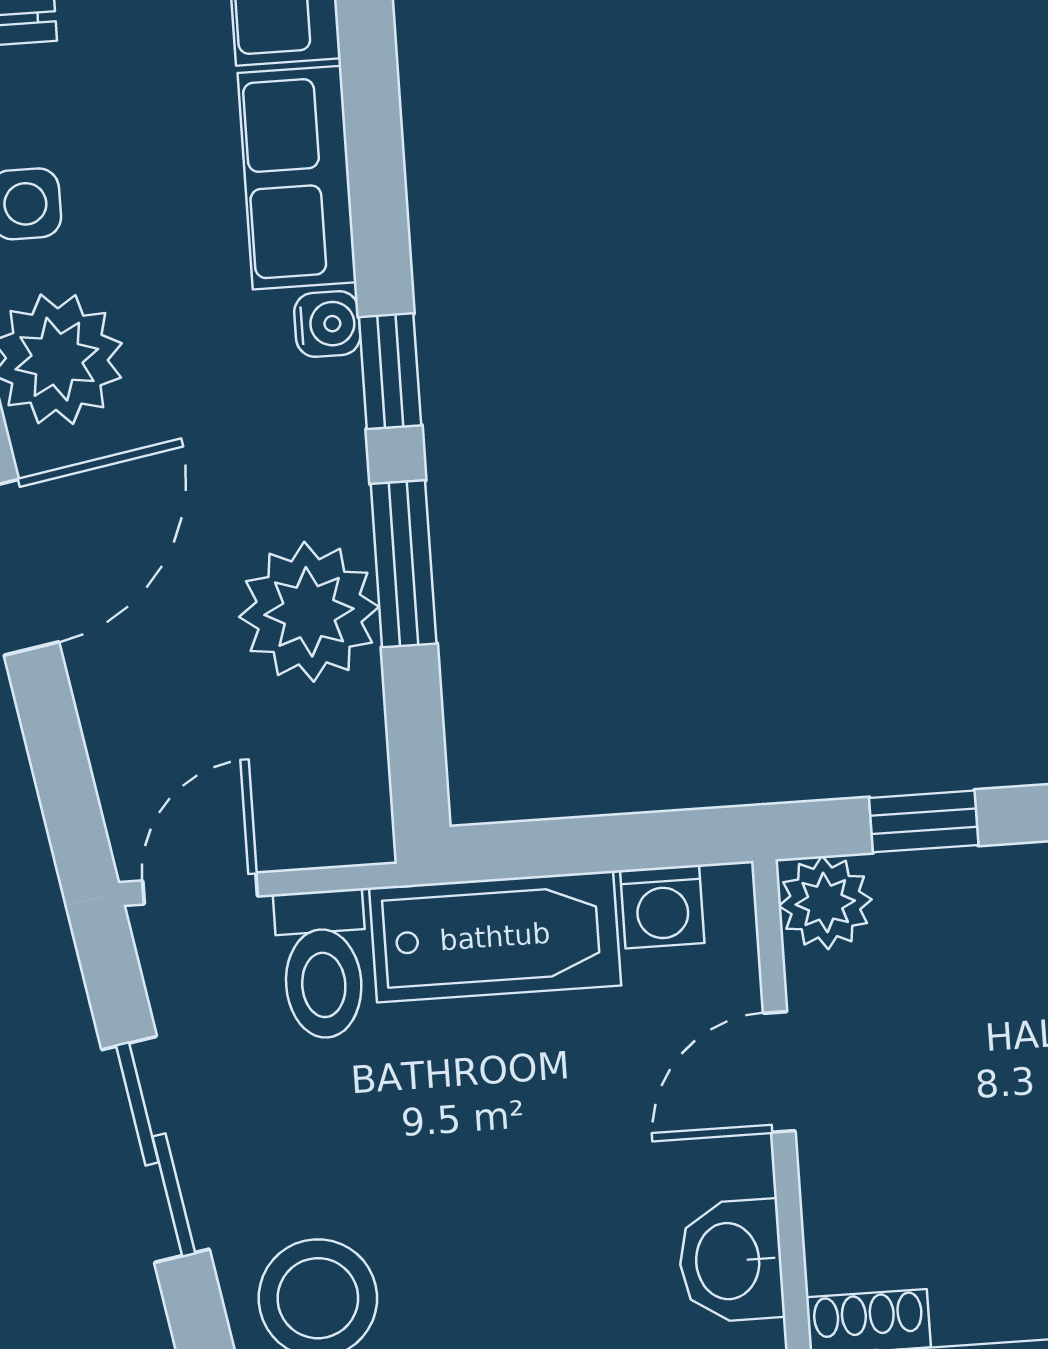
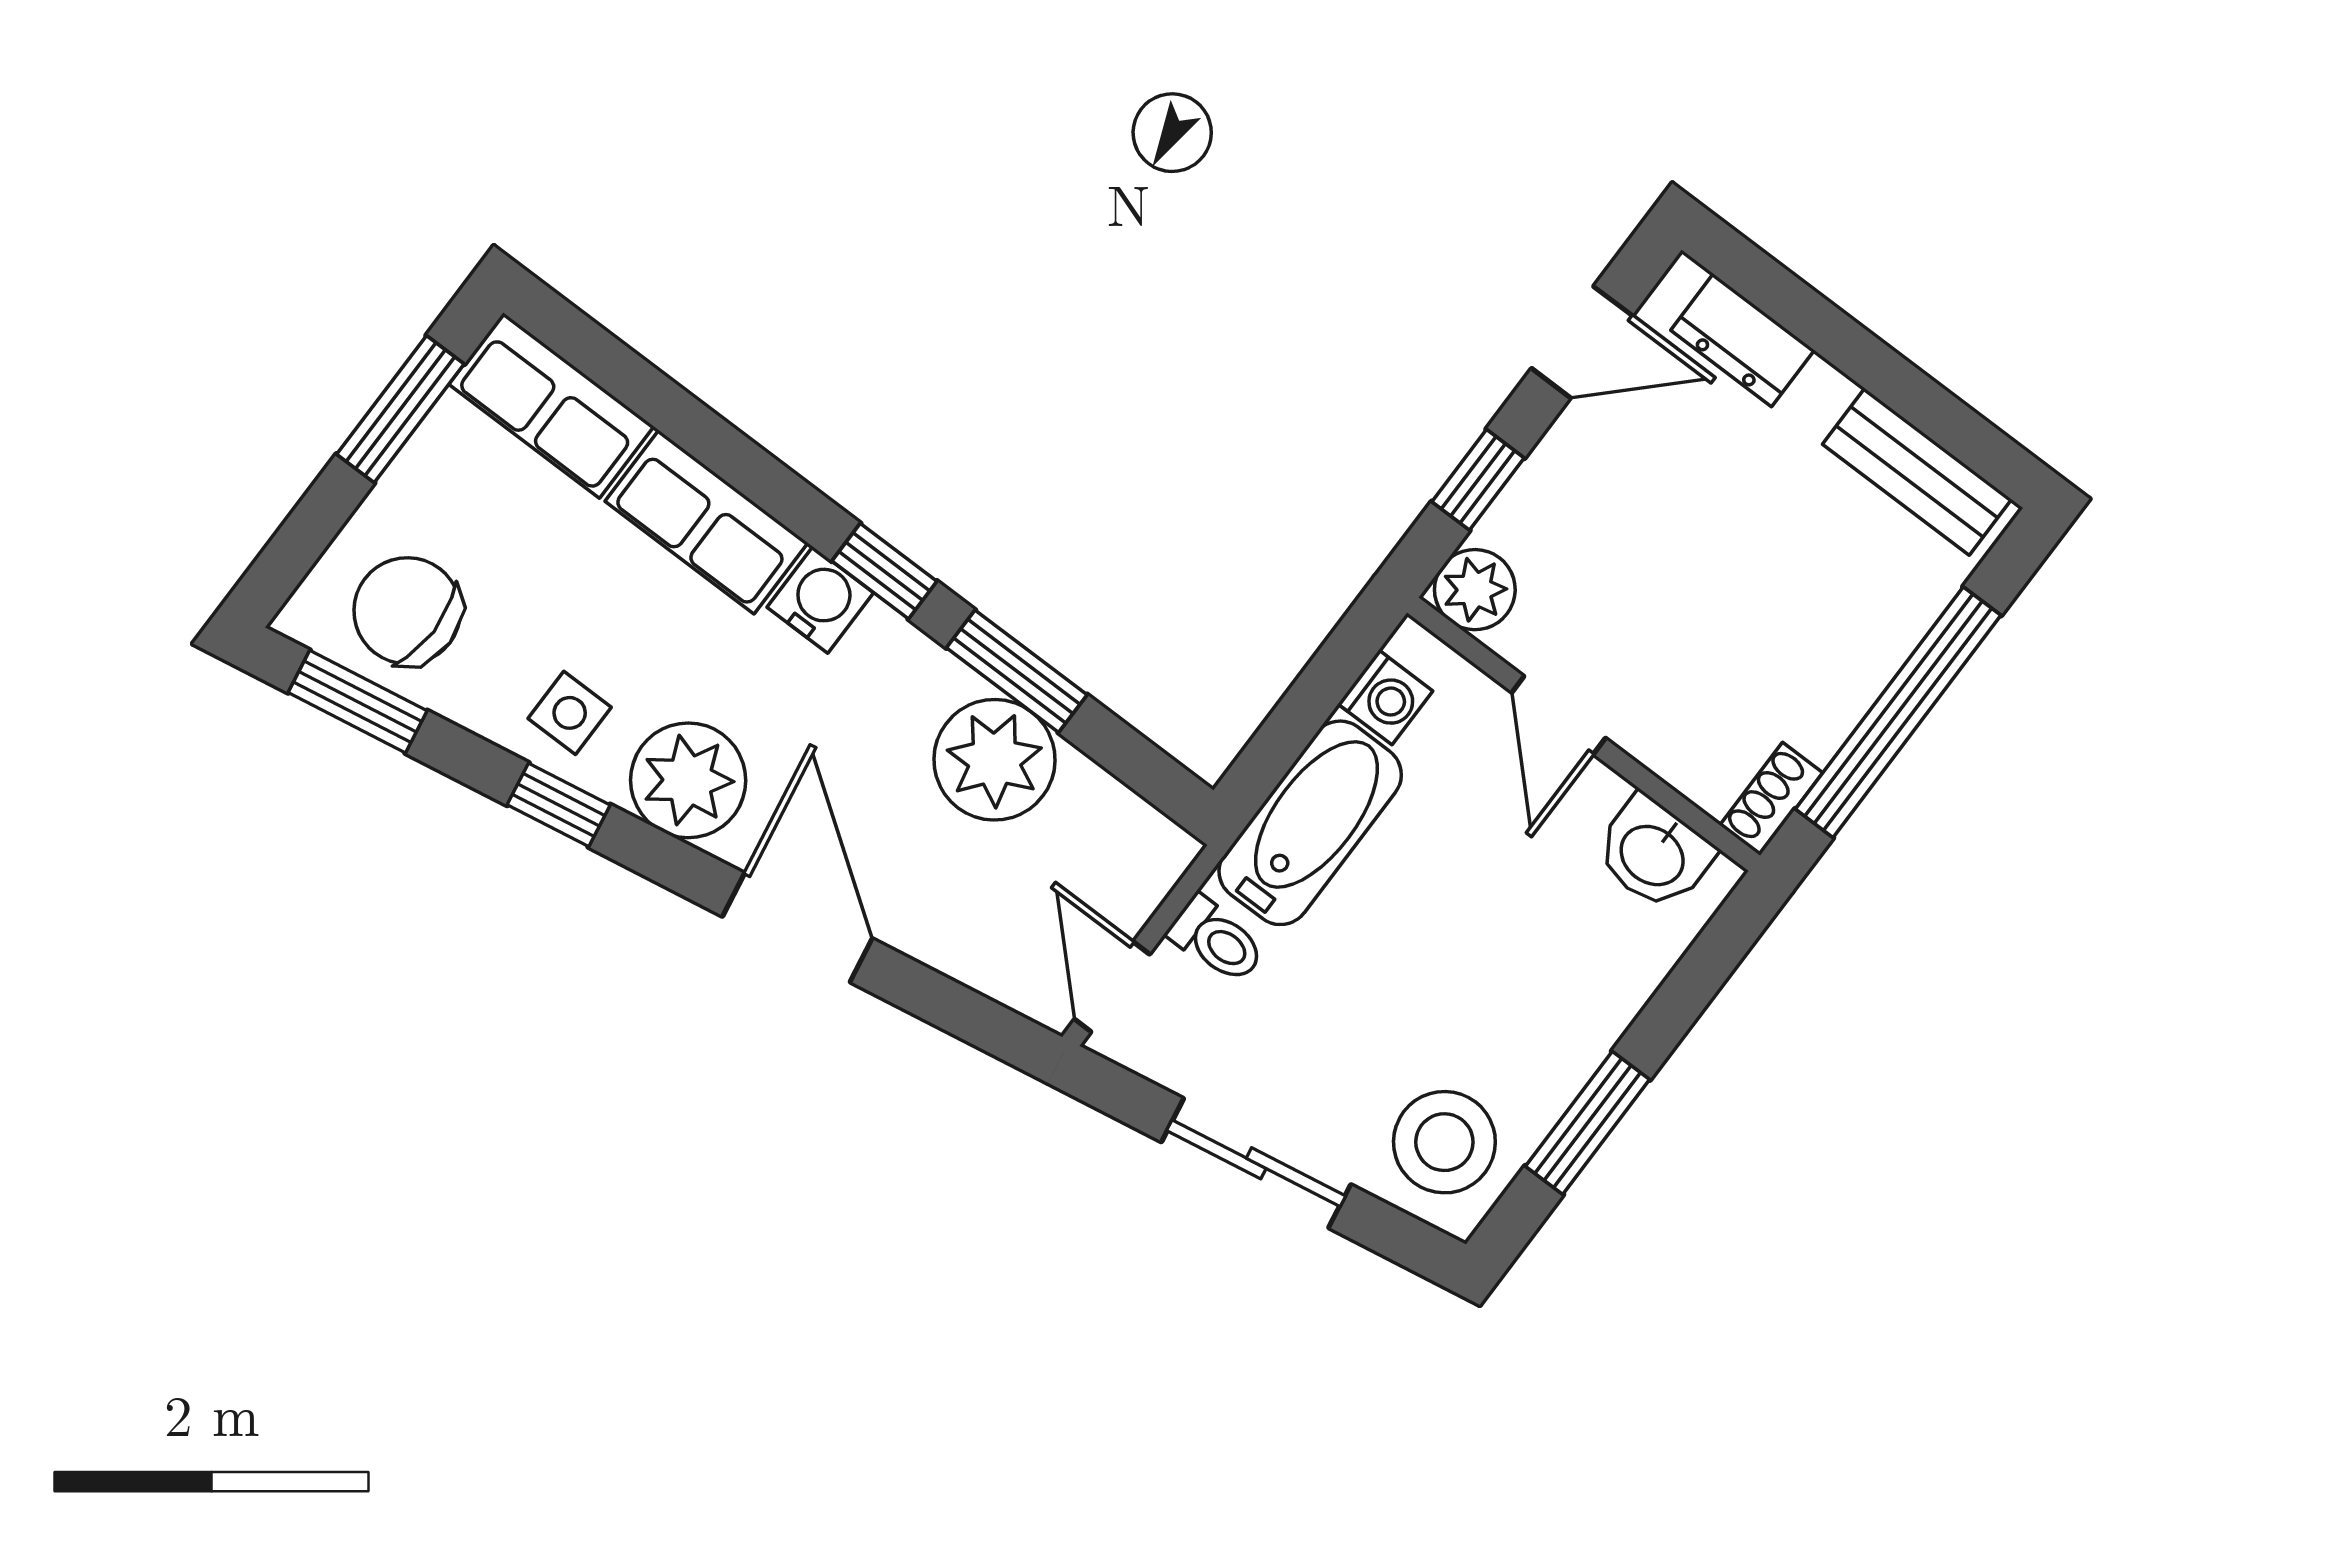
water cooler: (327, 324) -> (820, 600), width x1.38, depth x1.38
toilet: (322, 964) -> (1217, 940), width x0.73, depth x0.72

